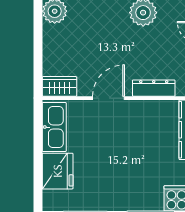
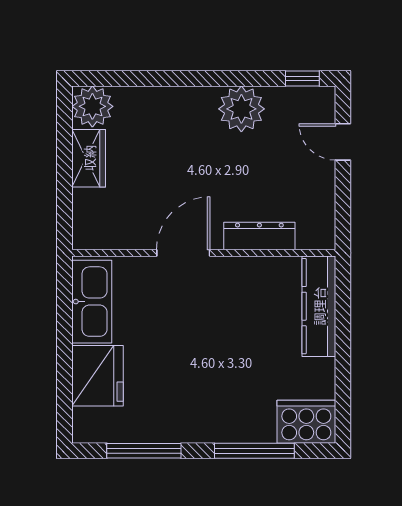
wardrobe: (59, 86) -> (89, 158), moved, turned 90

